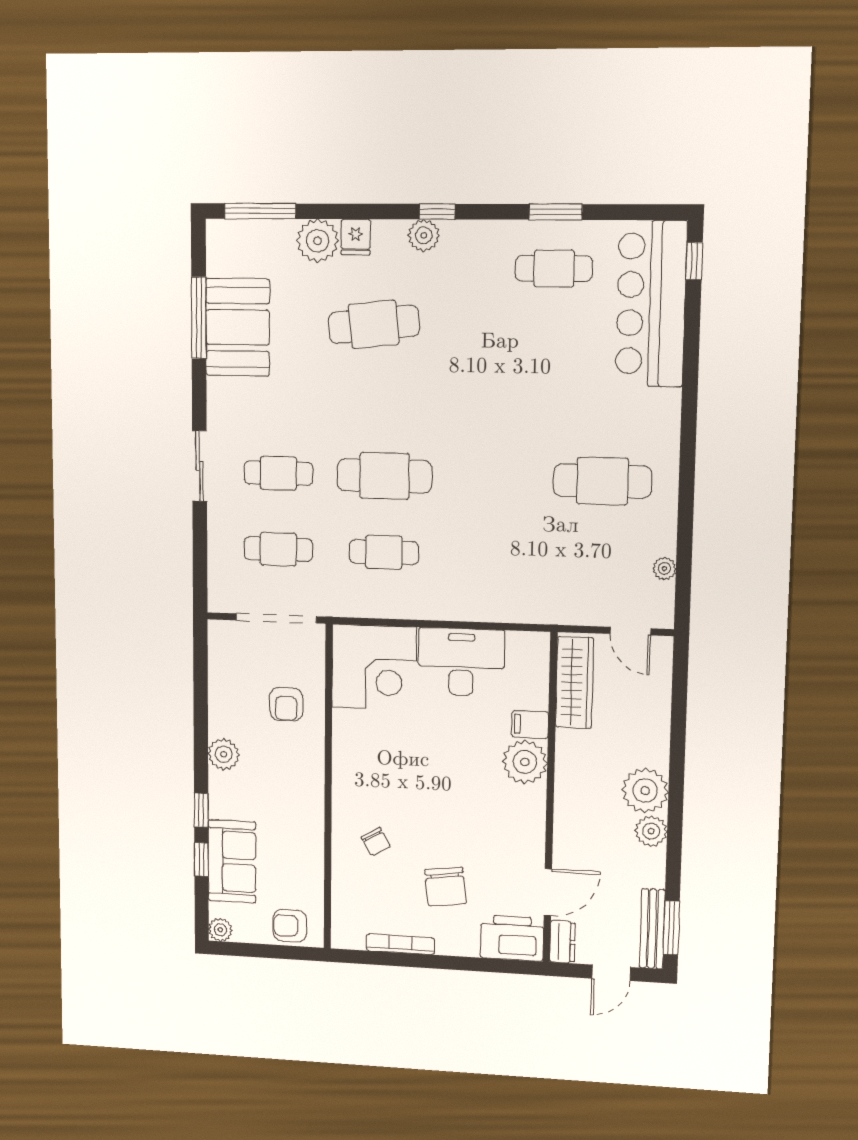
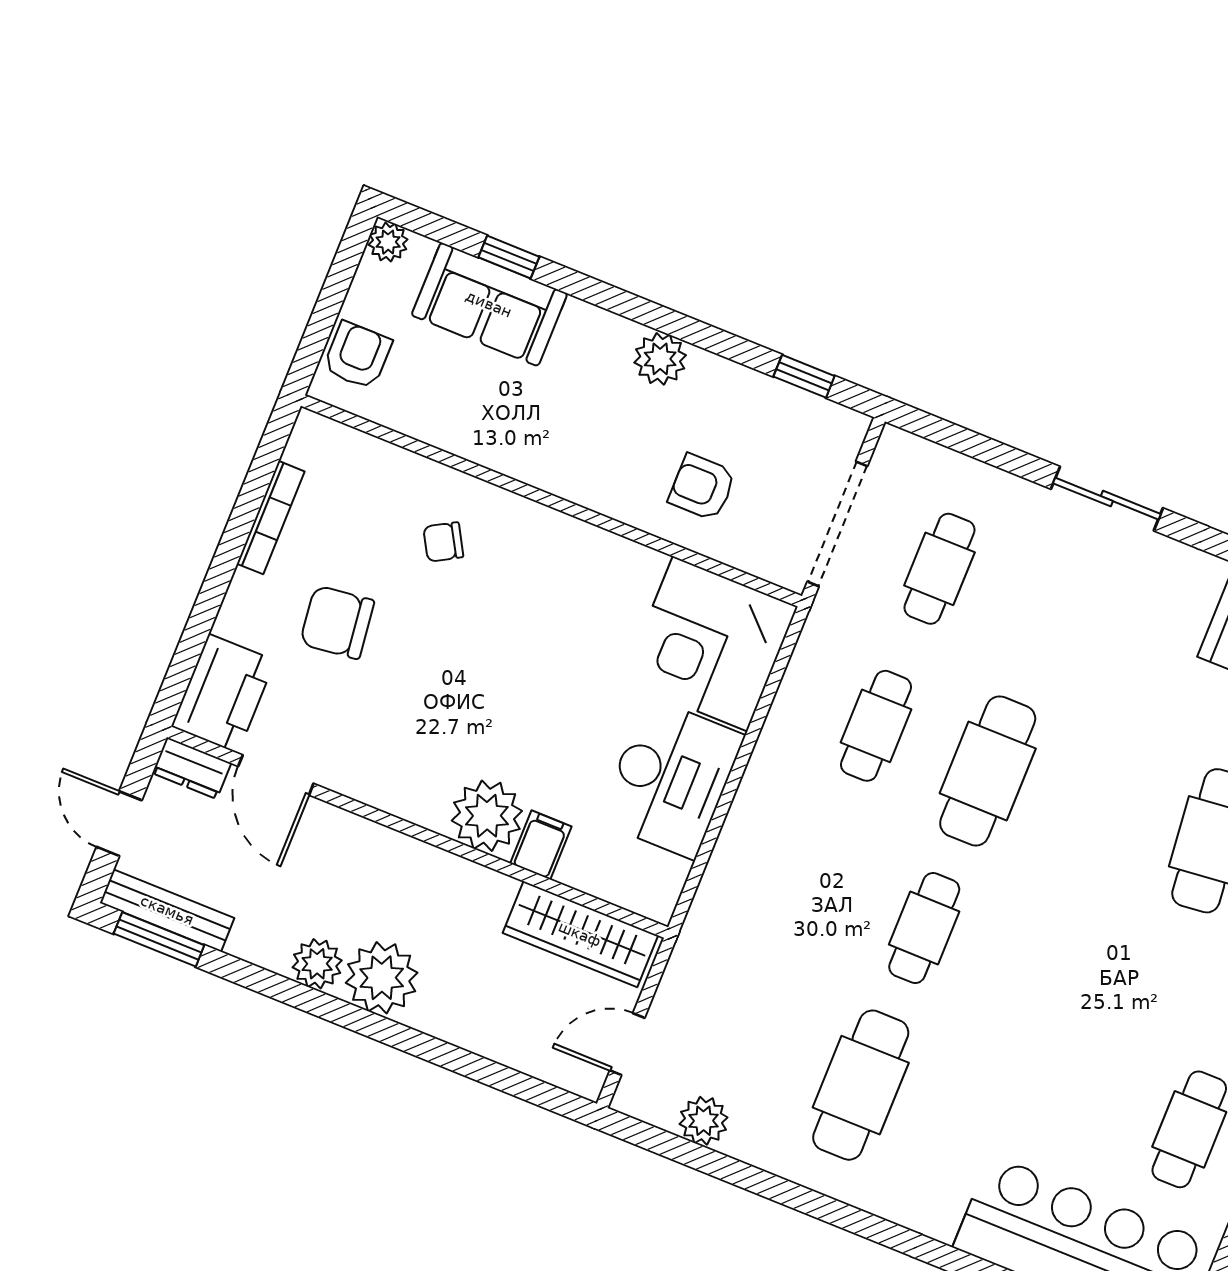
cafe table: (278, 473) -> (924, 928), moved
plant: (664, 569) -> (704, 1121), width x1.38, depth x1.38
window: (201, 810) -> (804, 376), moved

